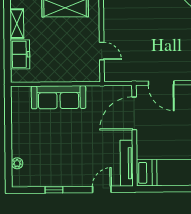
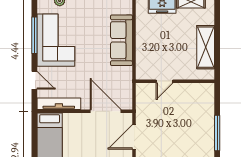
corner sofa: (59, 167) -> (56, 40), added
window: (54, 190) -> (34, 35), width x2.17

